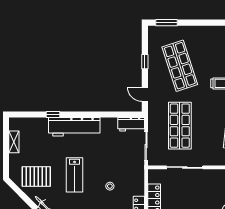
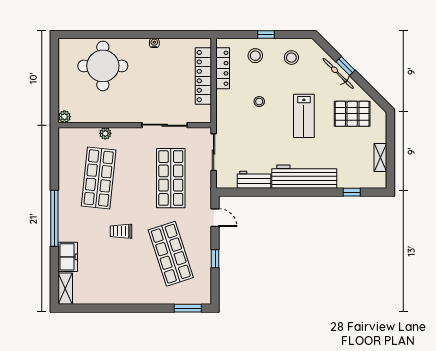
window: (53, 114) -> (352, 192), moved
workbench: (131, 124) -> (254, 180), moved
lab bench: (75, 175) -> (304, 116), turned 180

